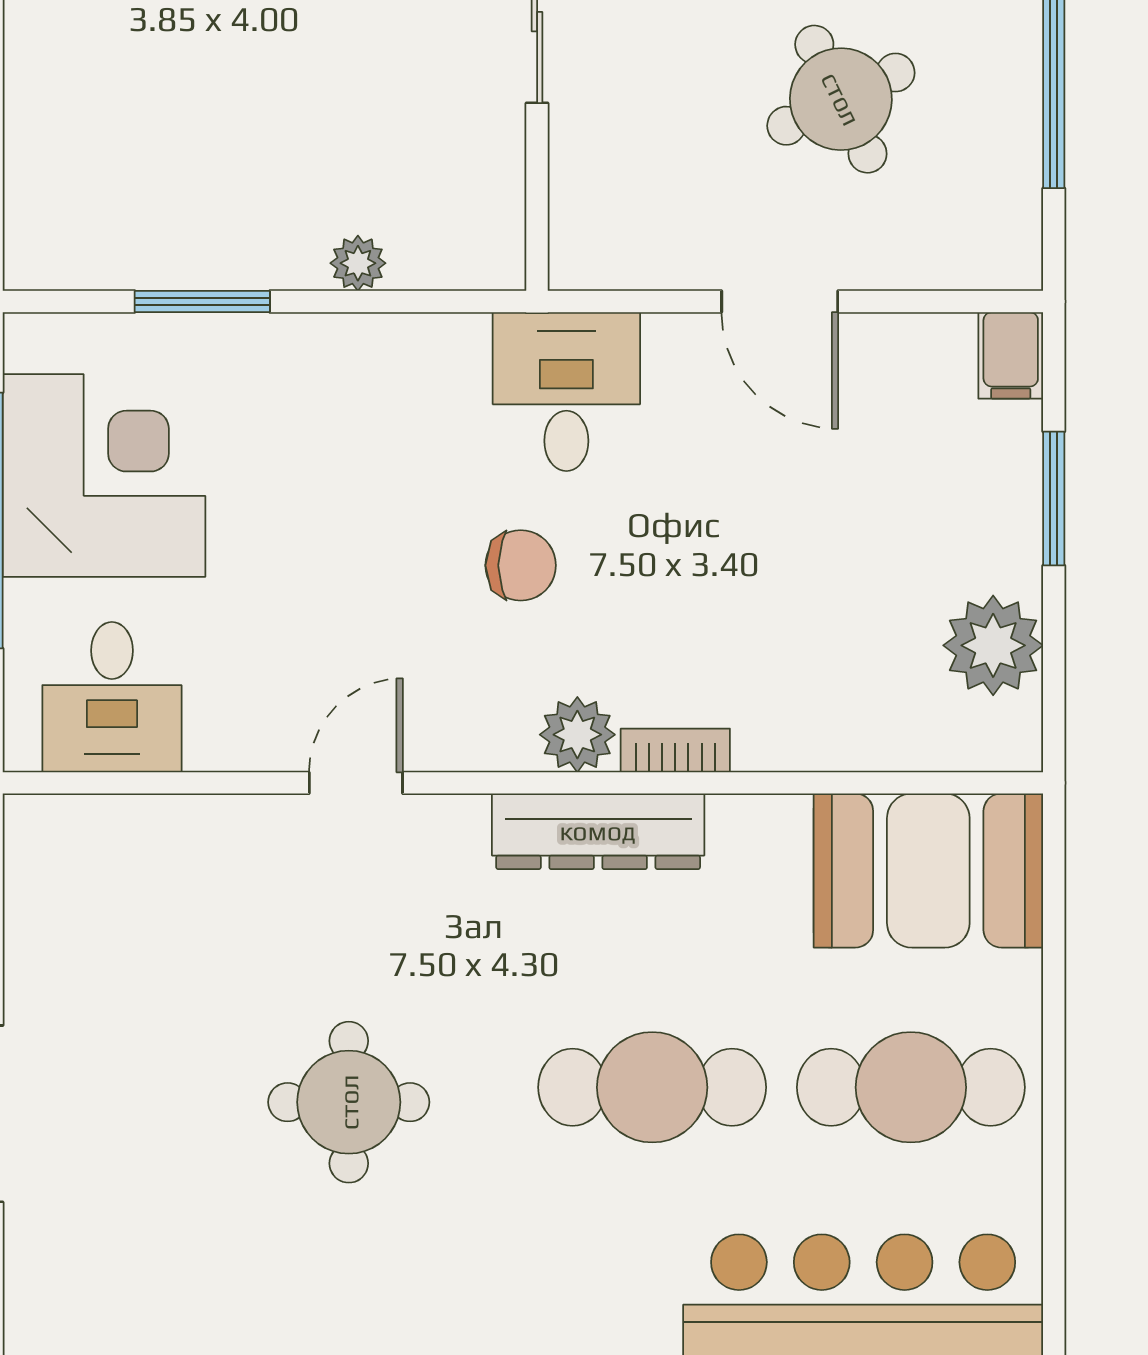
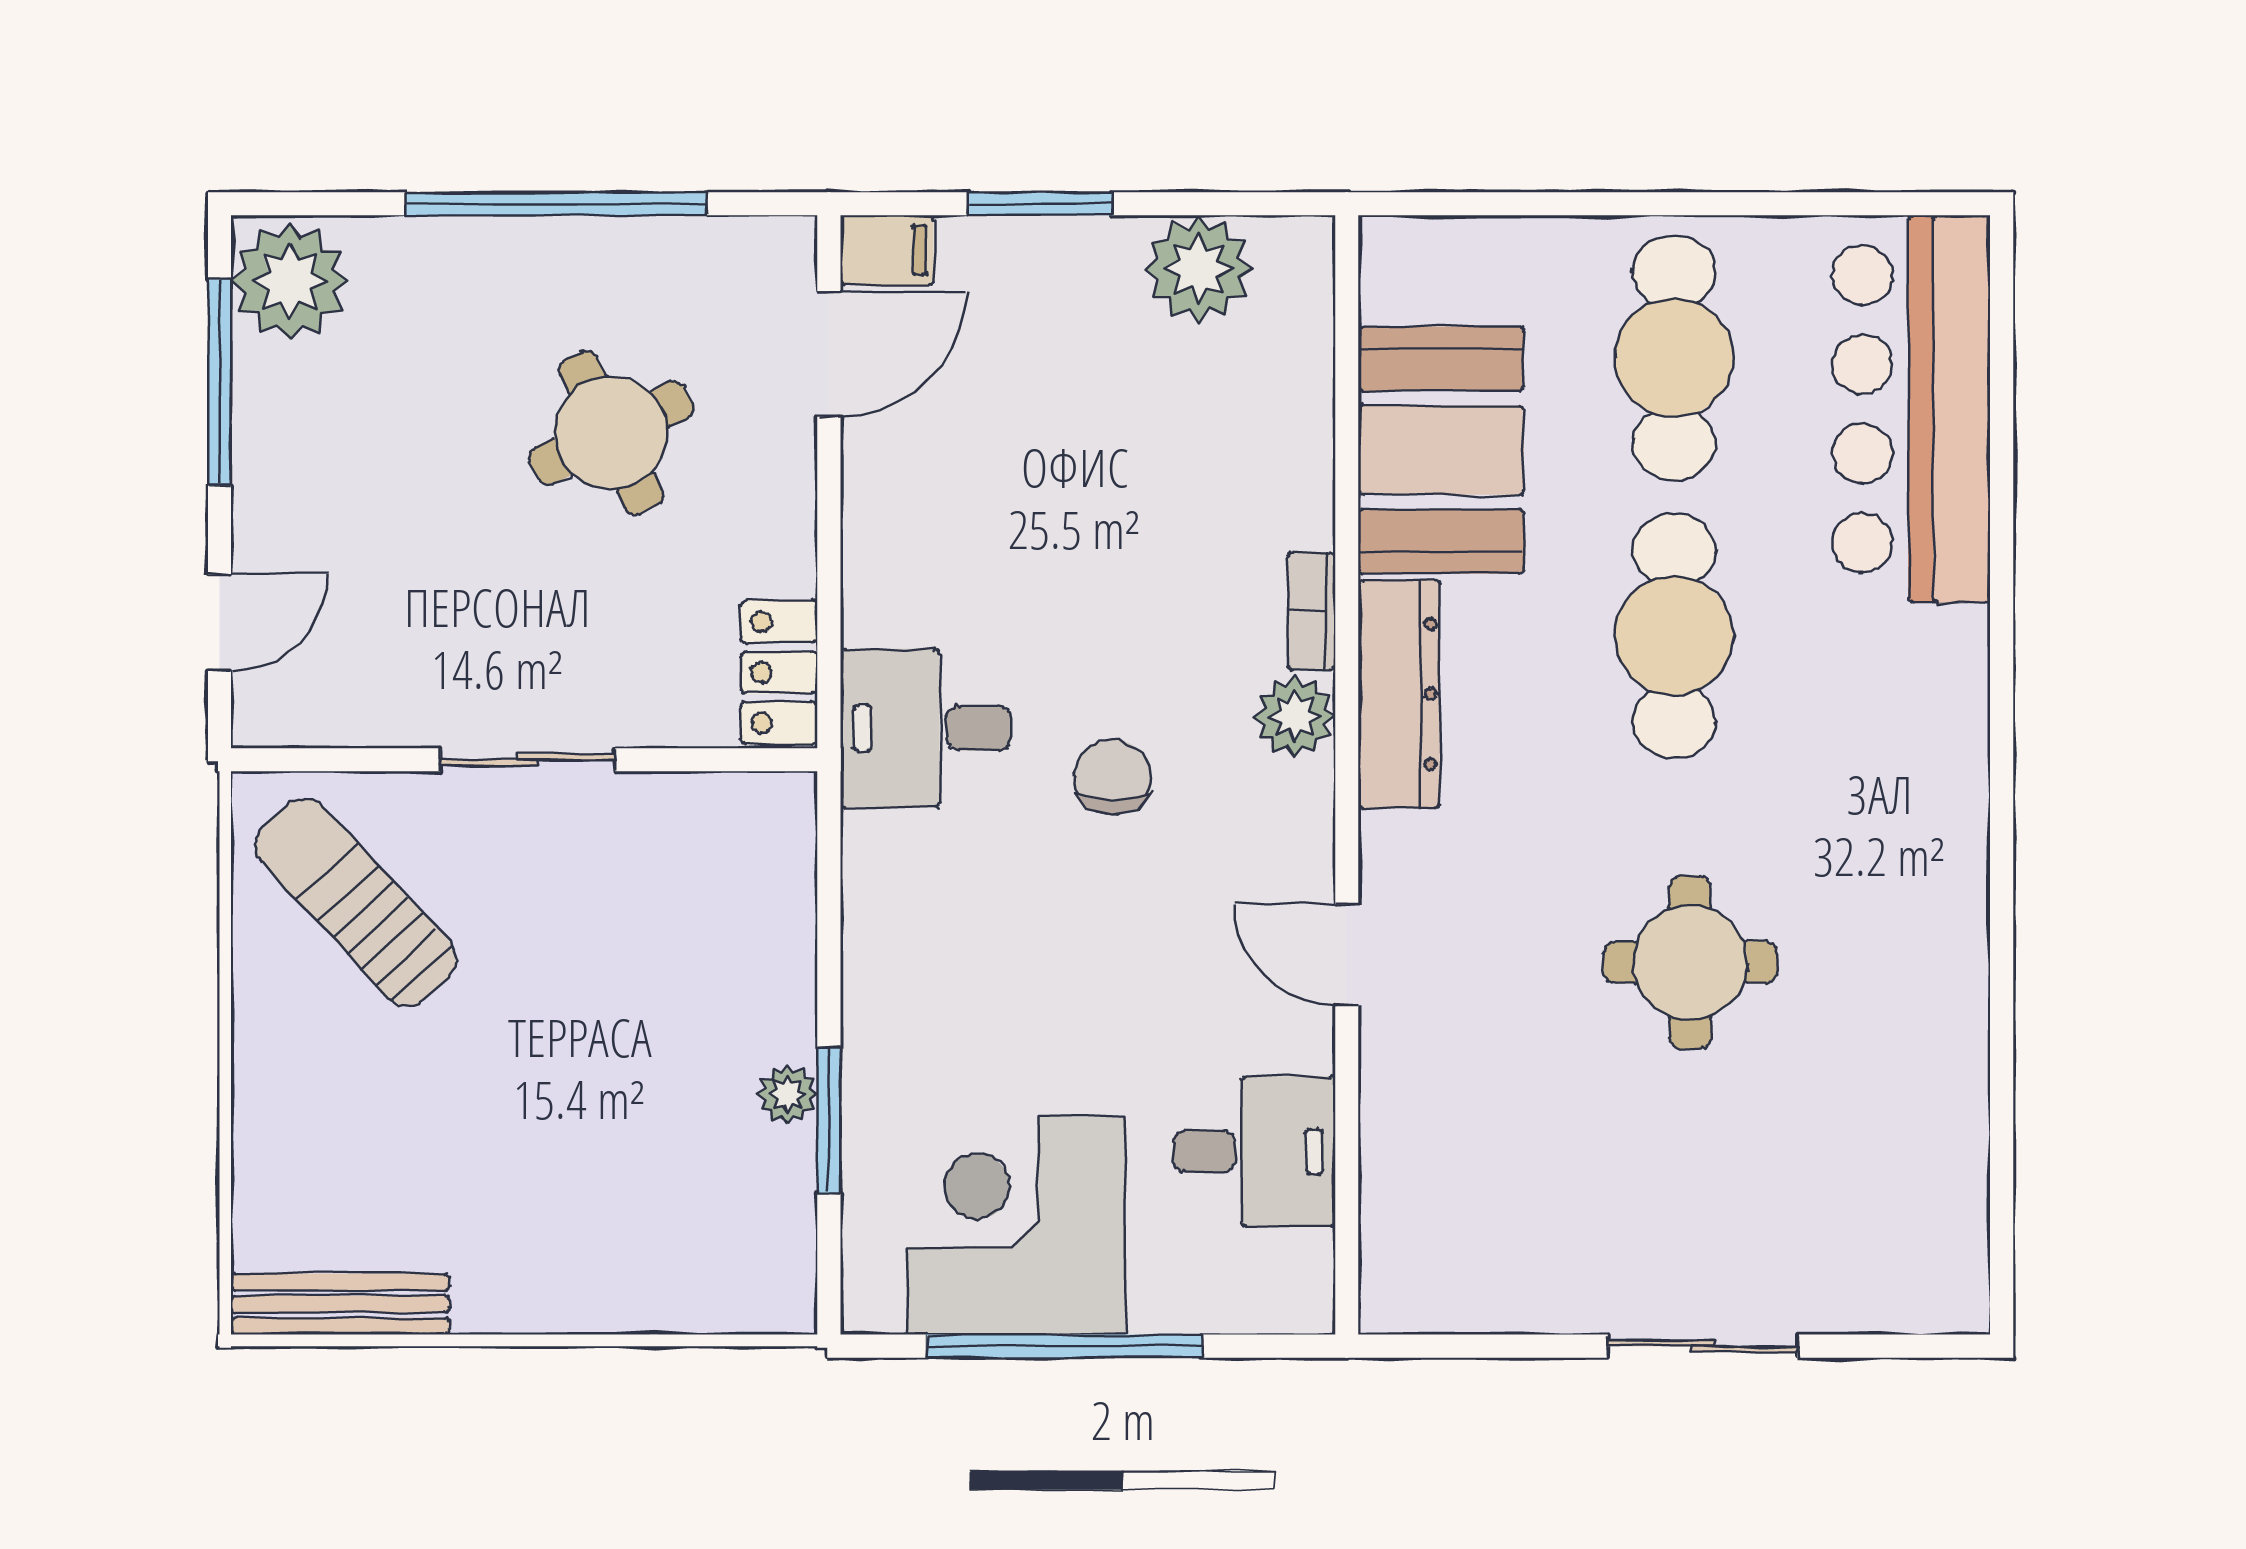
locker: (618, 255) -> (779, 672), added
plant: (358, 263) -> (788, 1094), moved
door: (780, 302) -> (829, 354), moved
desk: (112, 697) -> (1254, 1151), moved
booth: (928, 871) -> (1441, 450), moved

